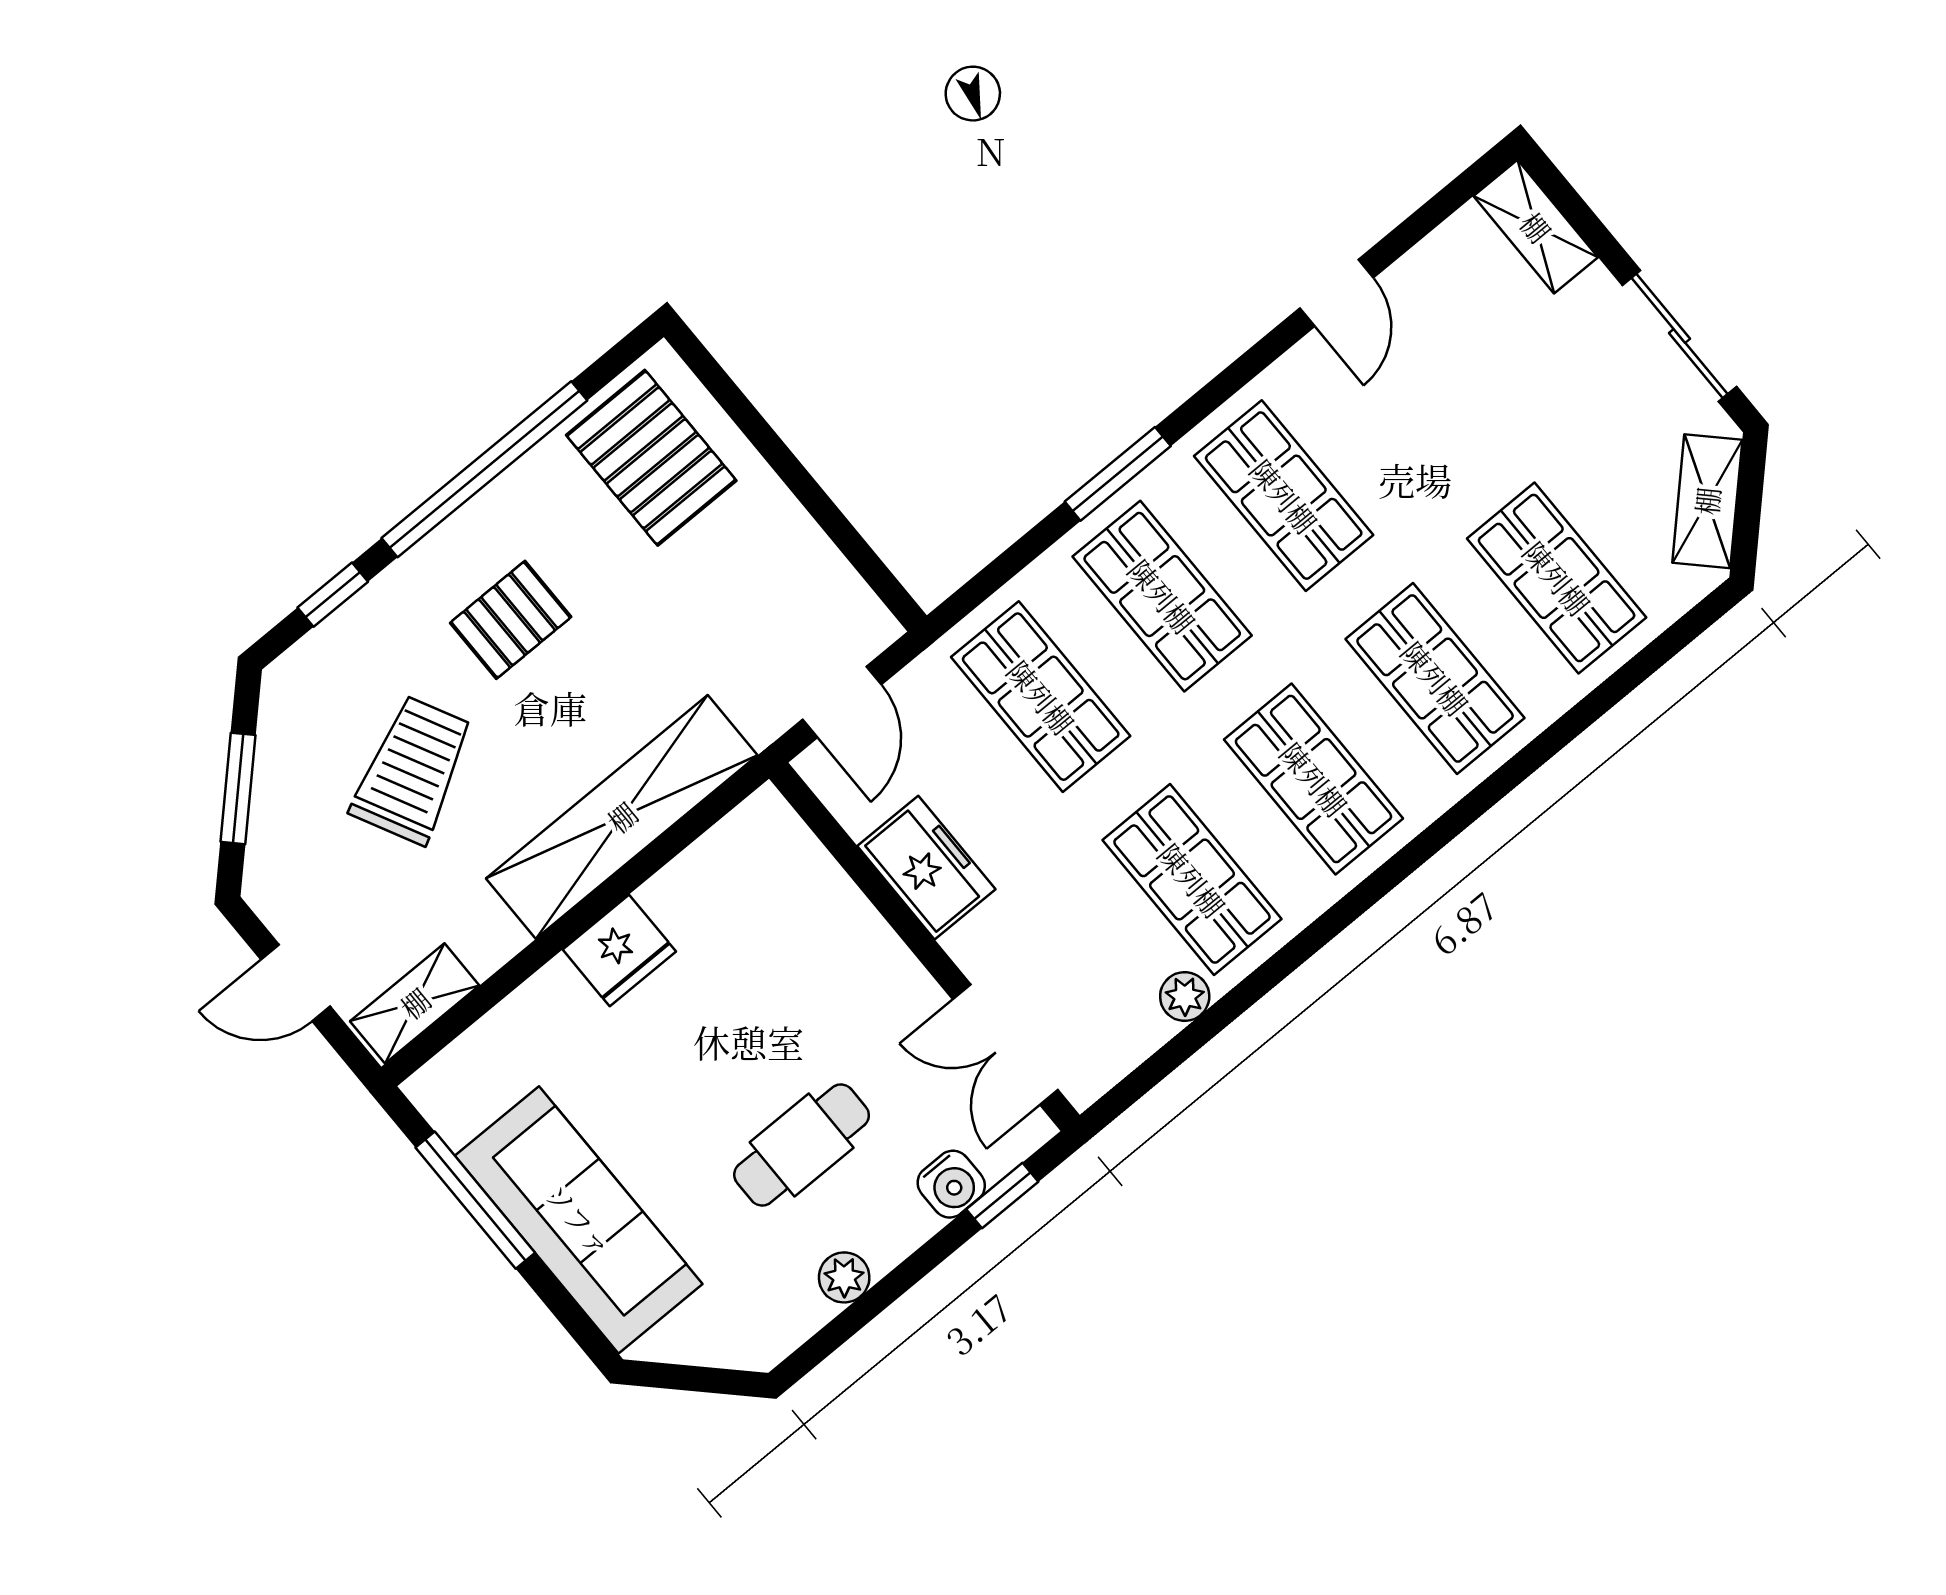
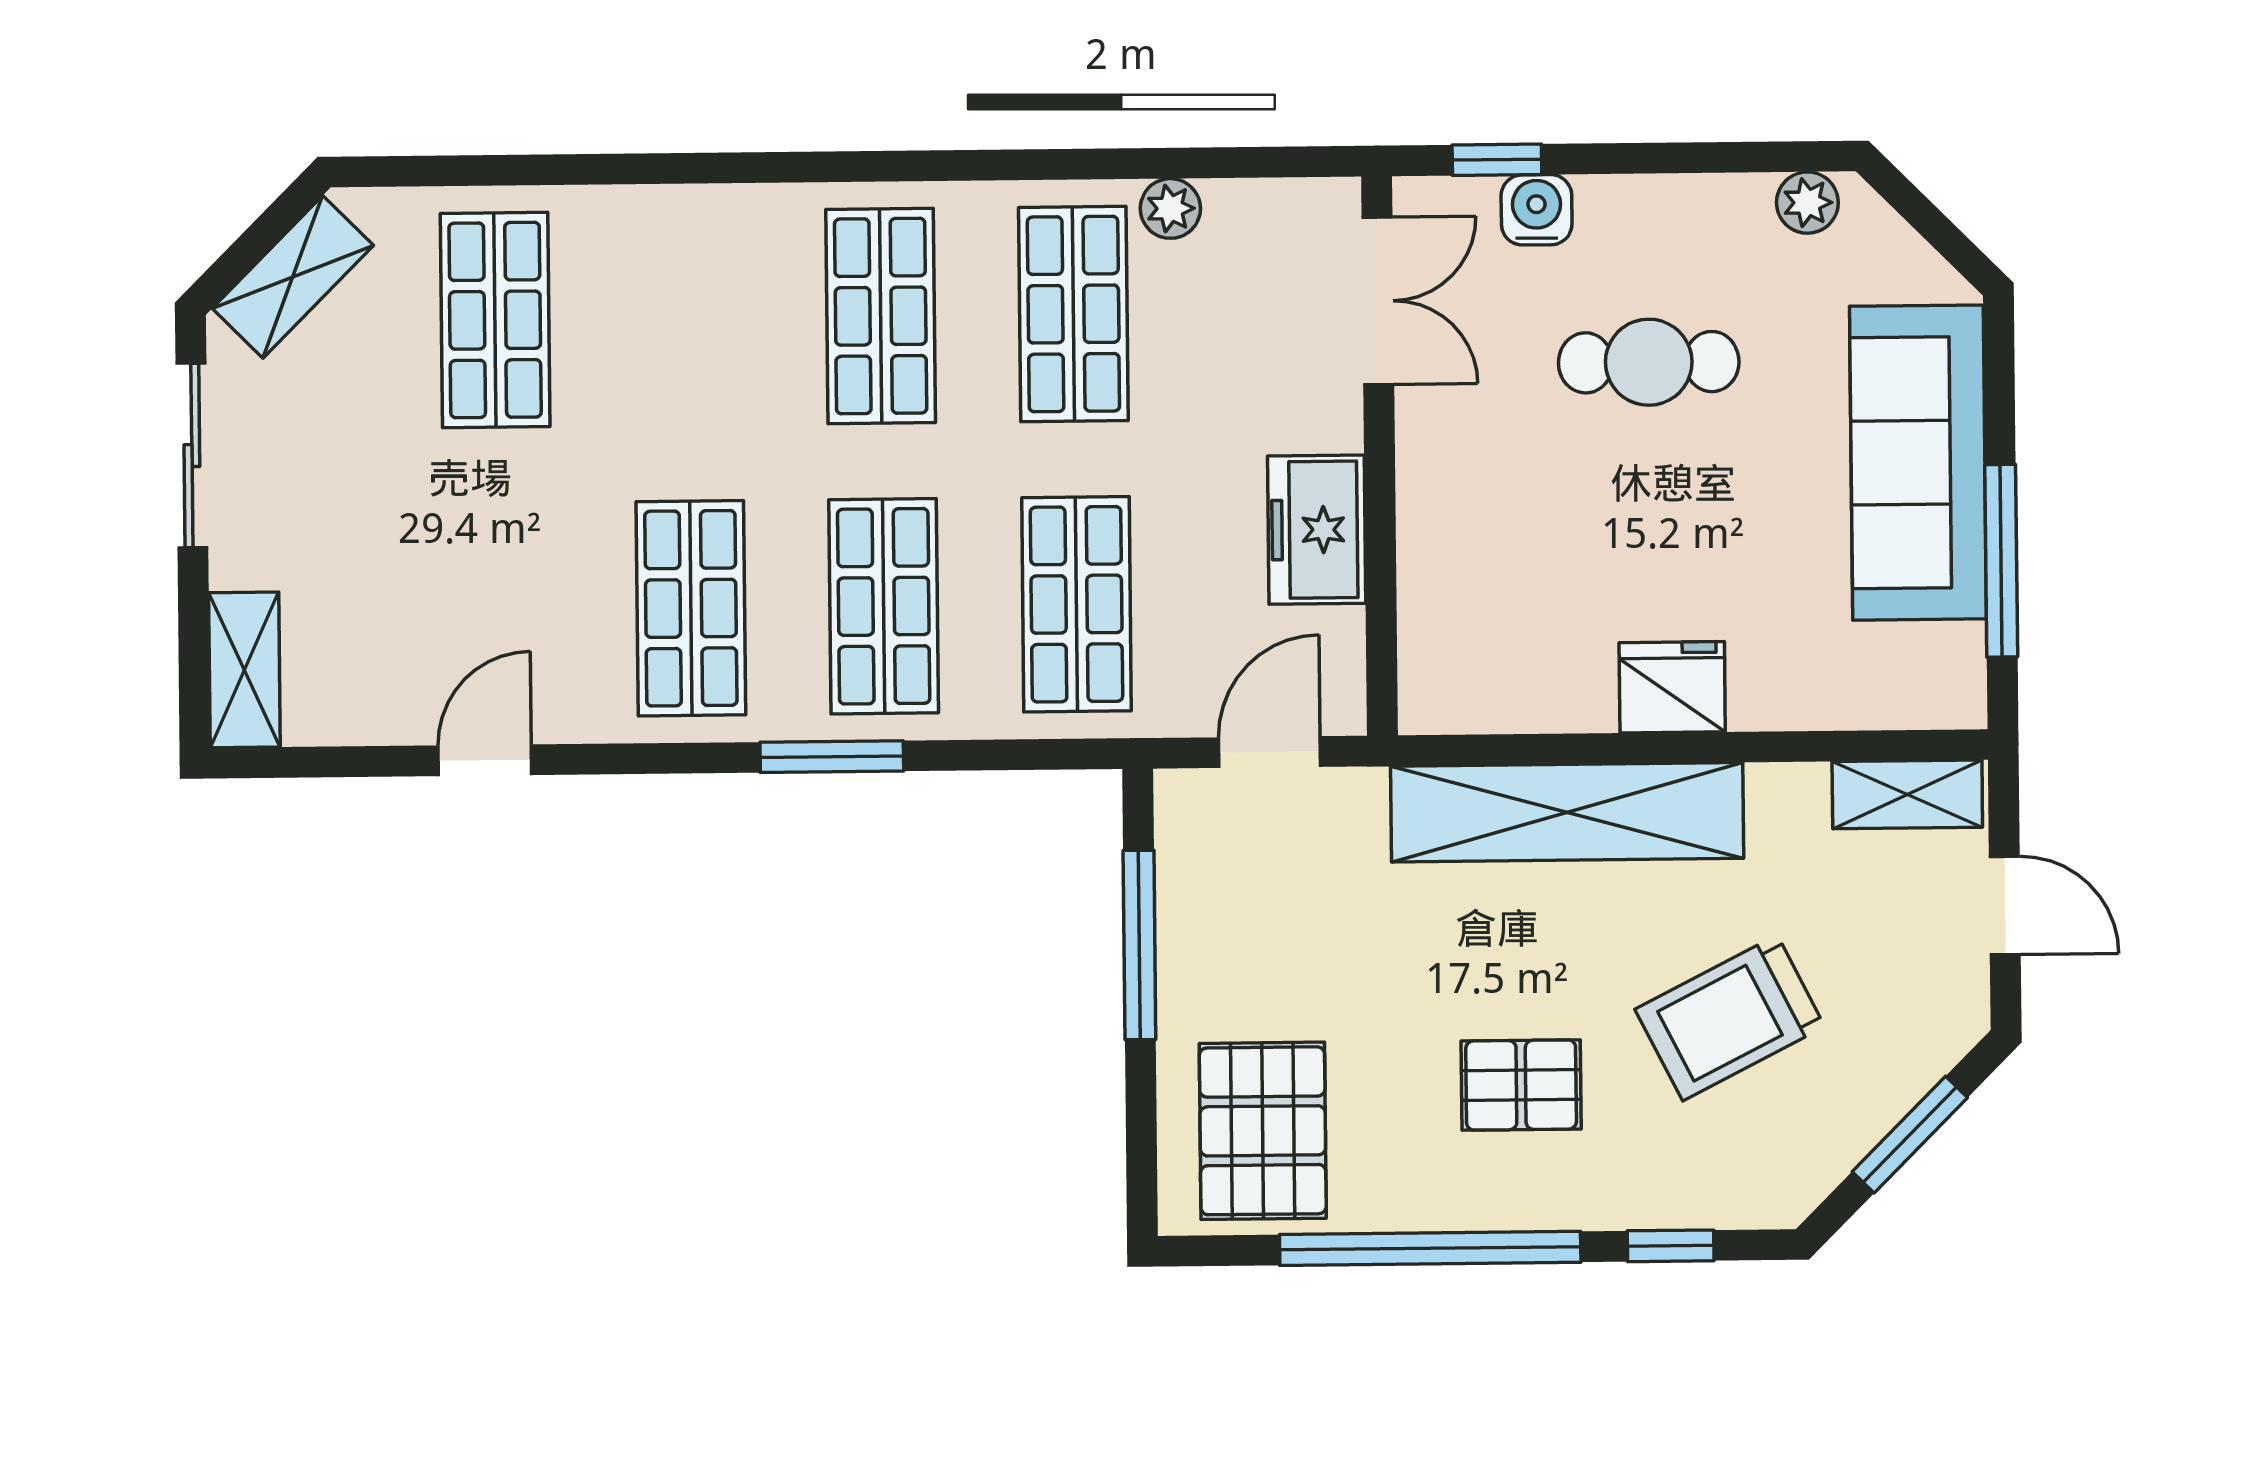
window: (825, 512) -> (1139, 945), added
shop shelf: (1435, 678) -> (688, 318), removed
plant: (844, 1277) -> (1807, 203), moved

